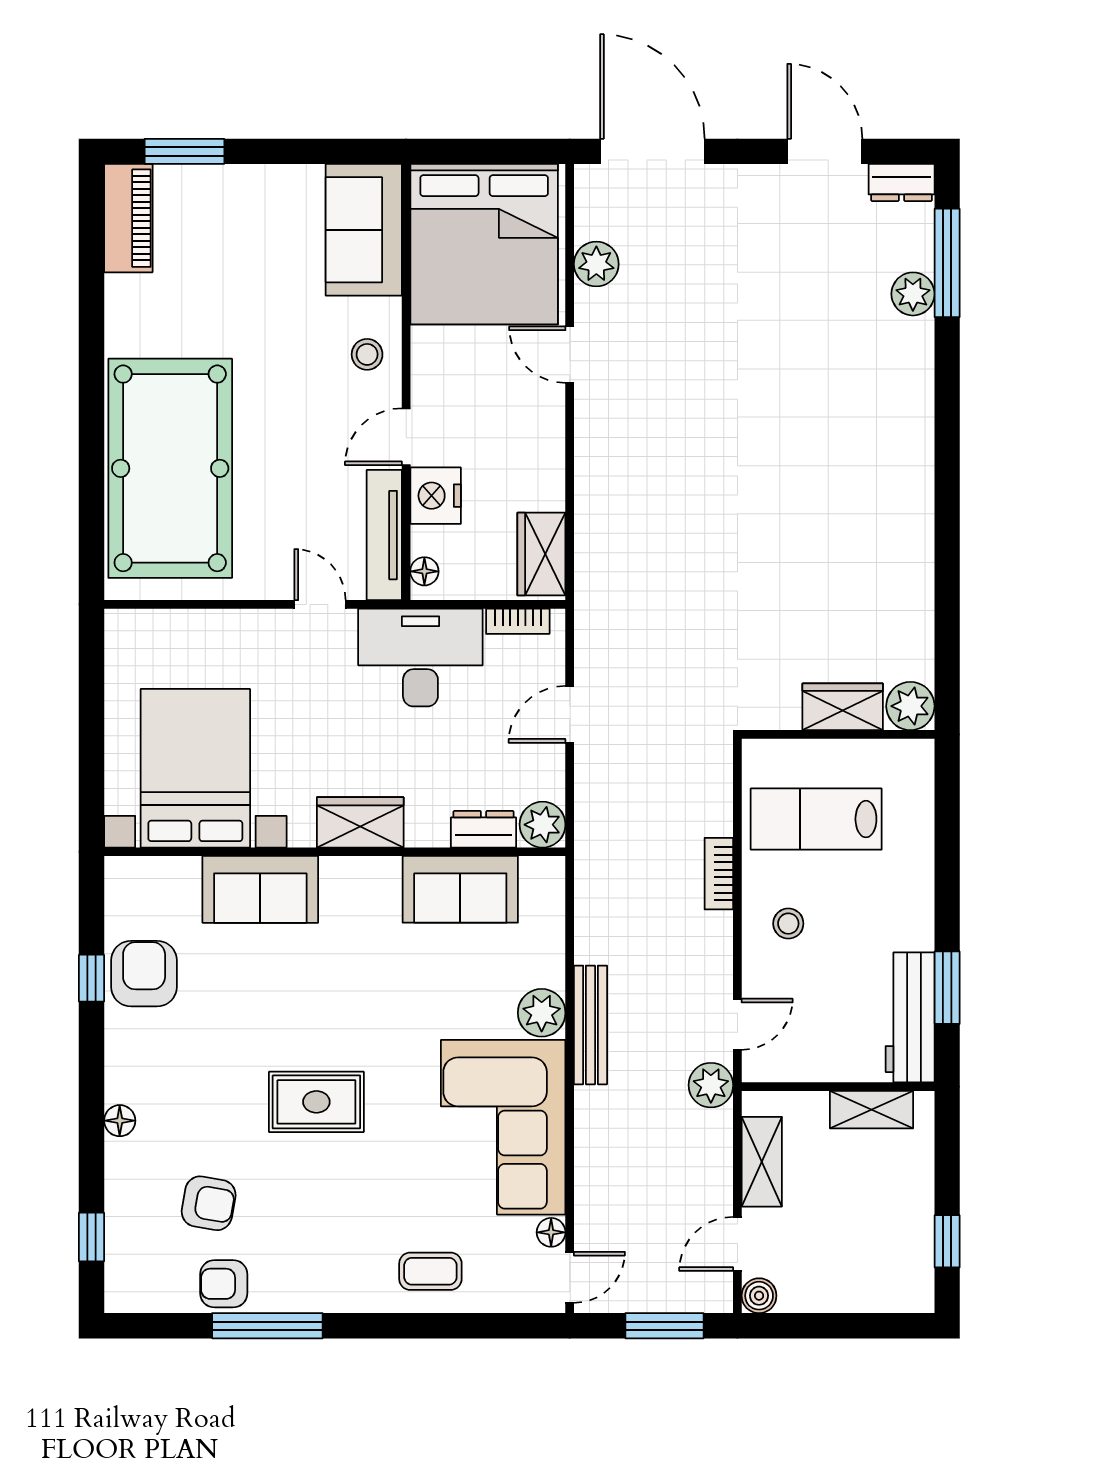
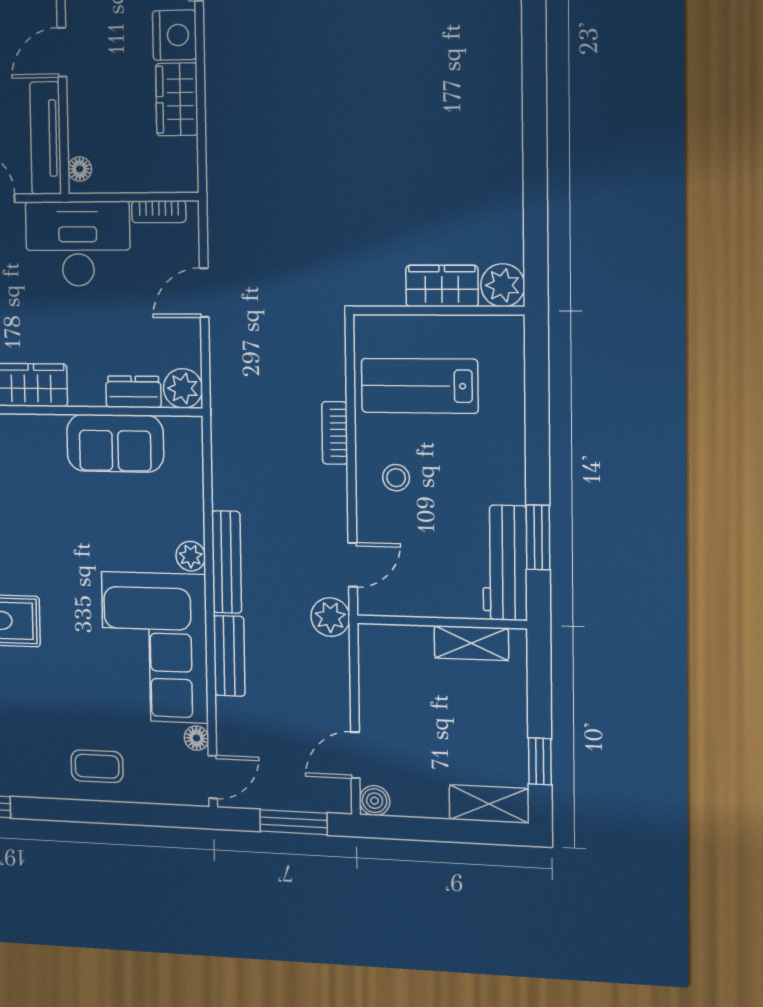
nightstand: (436, 496) -> (174, 35), moved, turned 180
wardrobe: (541, 554) -> (177, 99), moved
plant: (542, 1013) -> (191, 556), width x0.73, depth x0.73
bench: (592, 1134) -> (229, 656), added
shelving: (762, 1162) -> (489, 804), moved, turned 90

